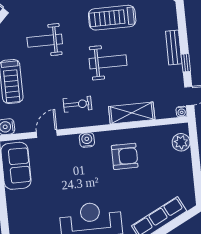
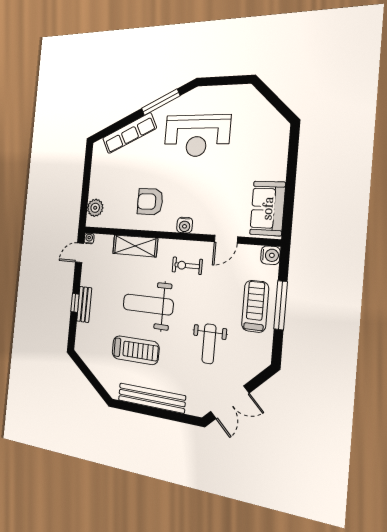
weight bench: (45, 41) -> (209, 344), turned 90
weight bench: (108, 62) -> (148, 305), width x1.36, depth x1.33
window: (186, 63) -> (75, 303), moved

